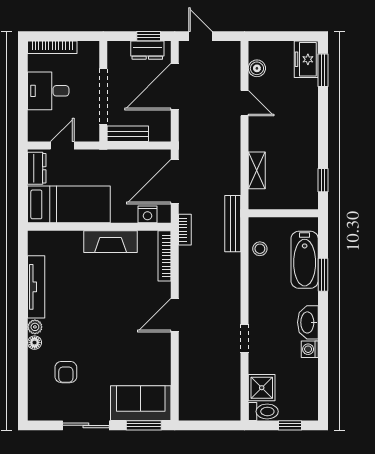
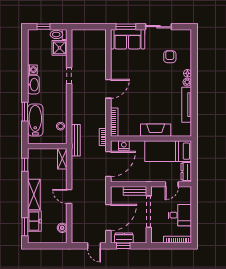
freezer: (306, 59) -> (34, 221), moved
door: (245, 103) -> (69, 196), moved
shelving: (307, 127) -> (34, 195), added
shelving: (257, 170) -> (62, 159), moved
fireplace: (111, 242) -> (156, 130), moved

